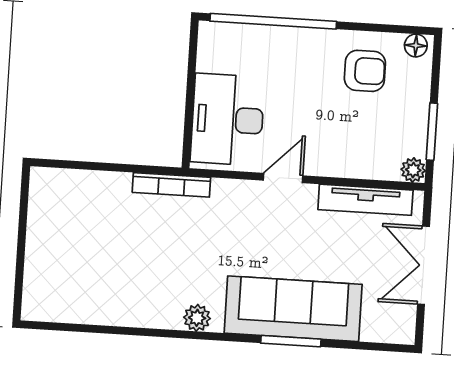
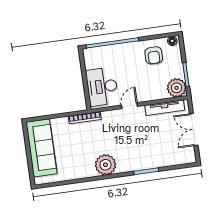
armchair: (365, 71) -> (154, 55), turned 90
plant: (413, 170) -> (177, 88), width x1.88, depth x1.88
sofa: (293, 309) -> (41, 148), moved, turned 90
plant: (197, 318) -> (105, 165), width x1.87, depth x1.87

